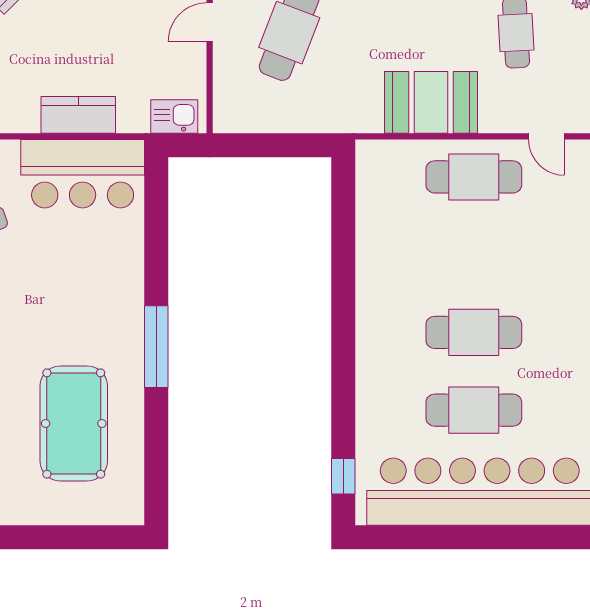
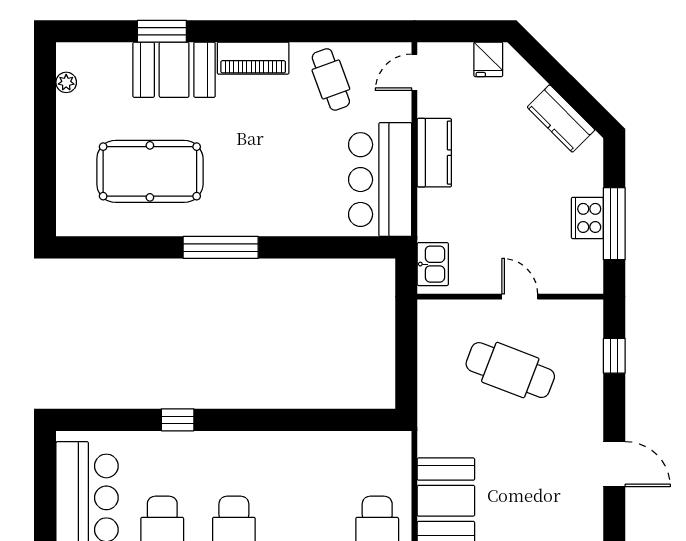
kitchen counter: (78, 115) -> (434, 153), moved
window: (343, 476) -> (178, 420), moved

